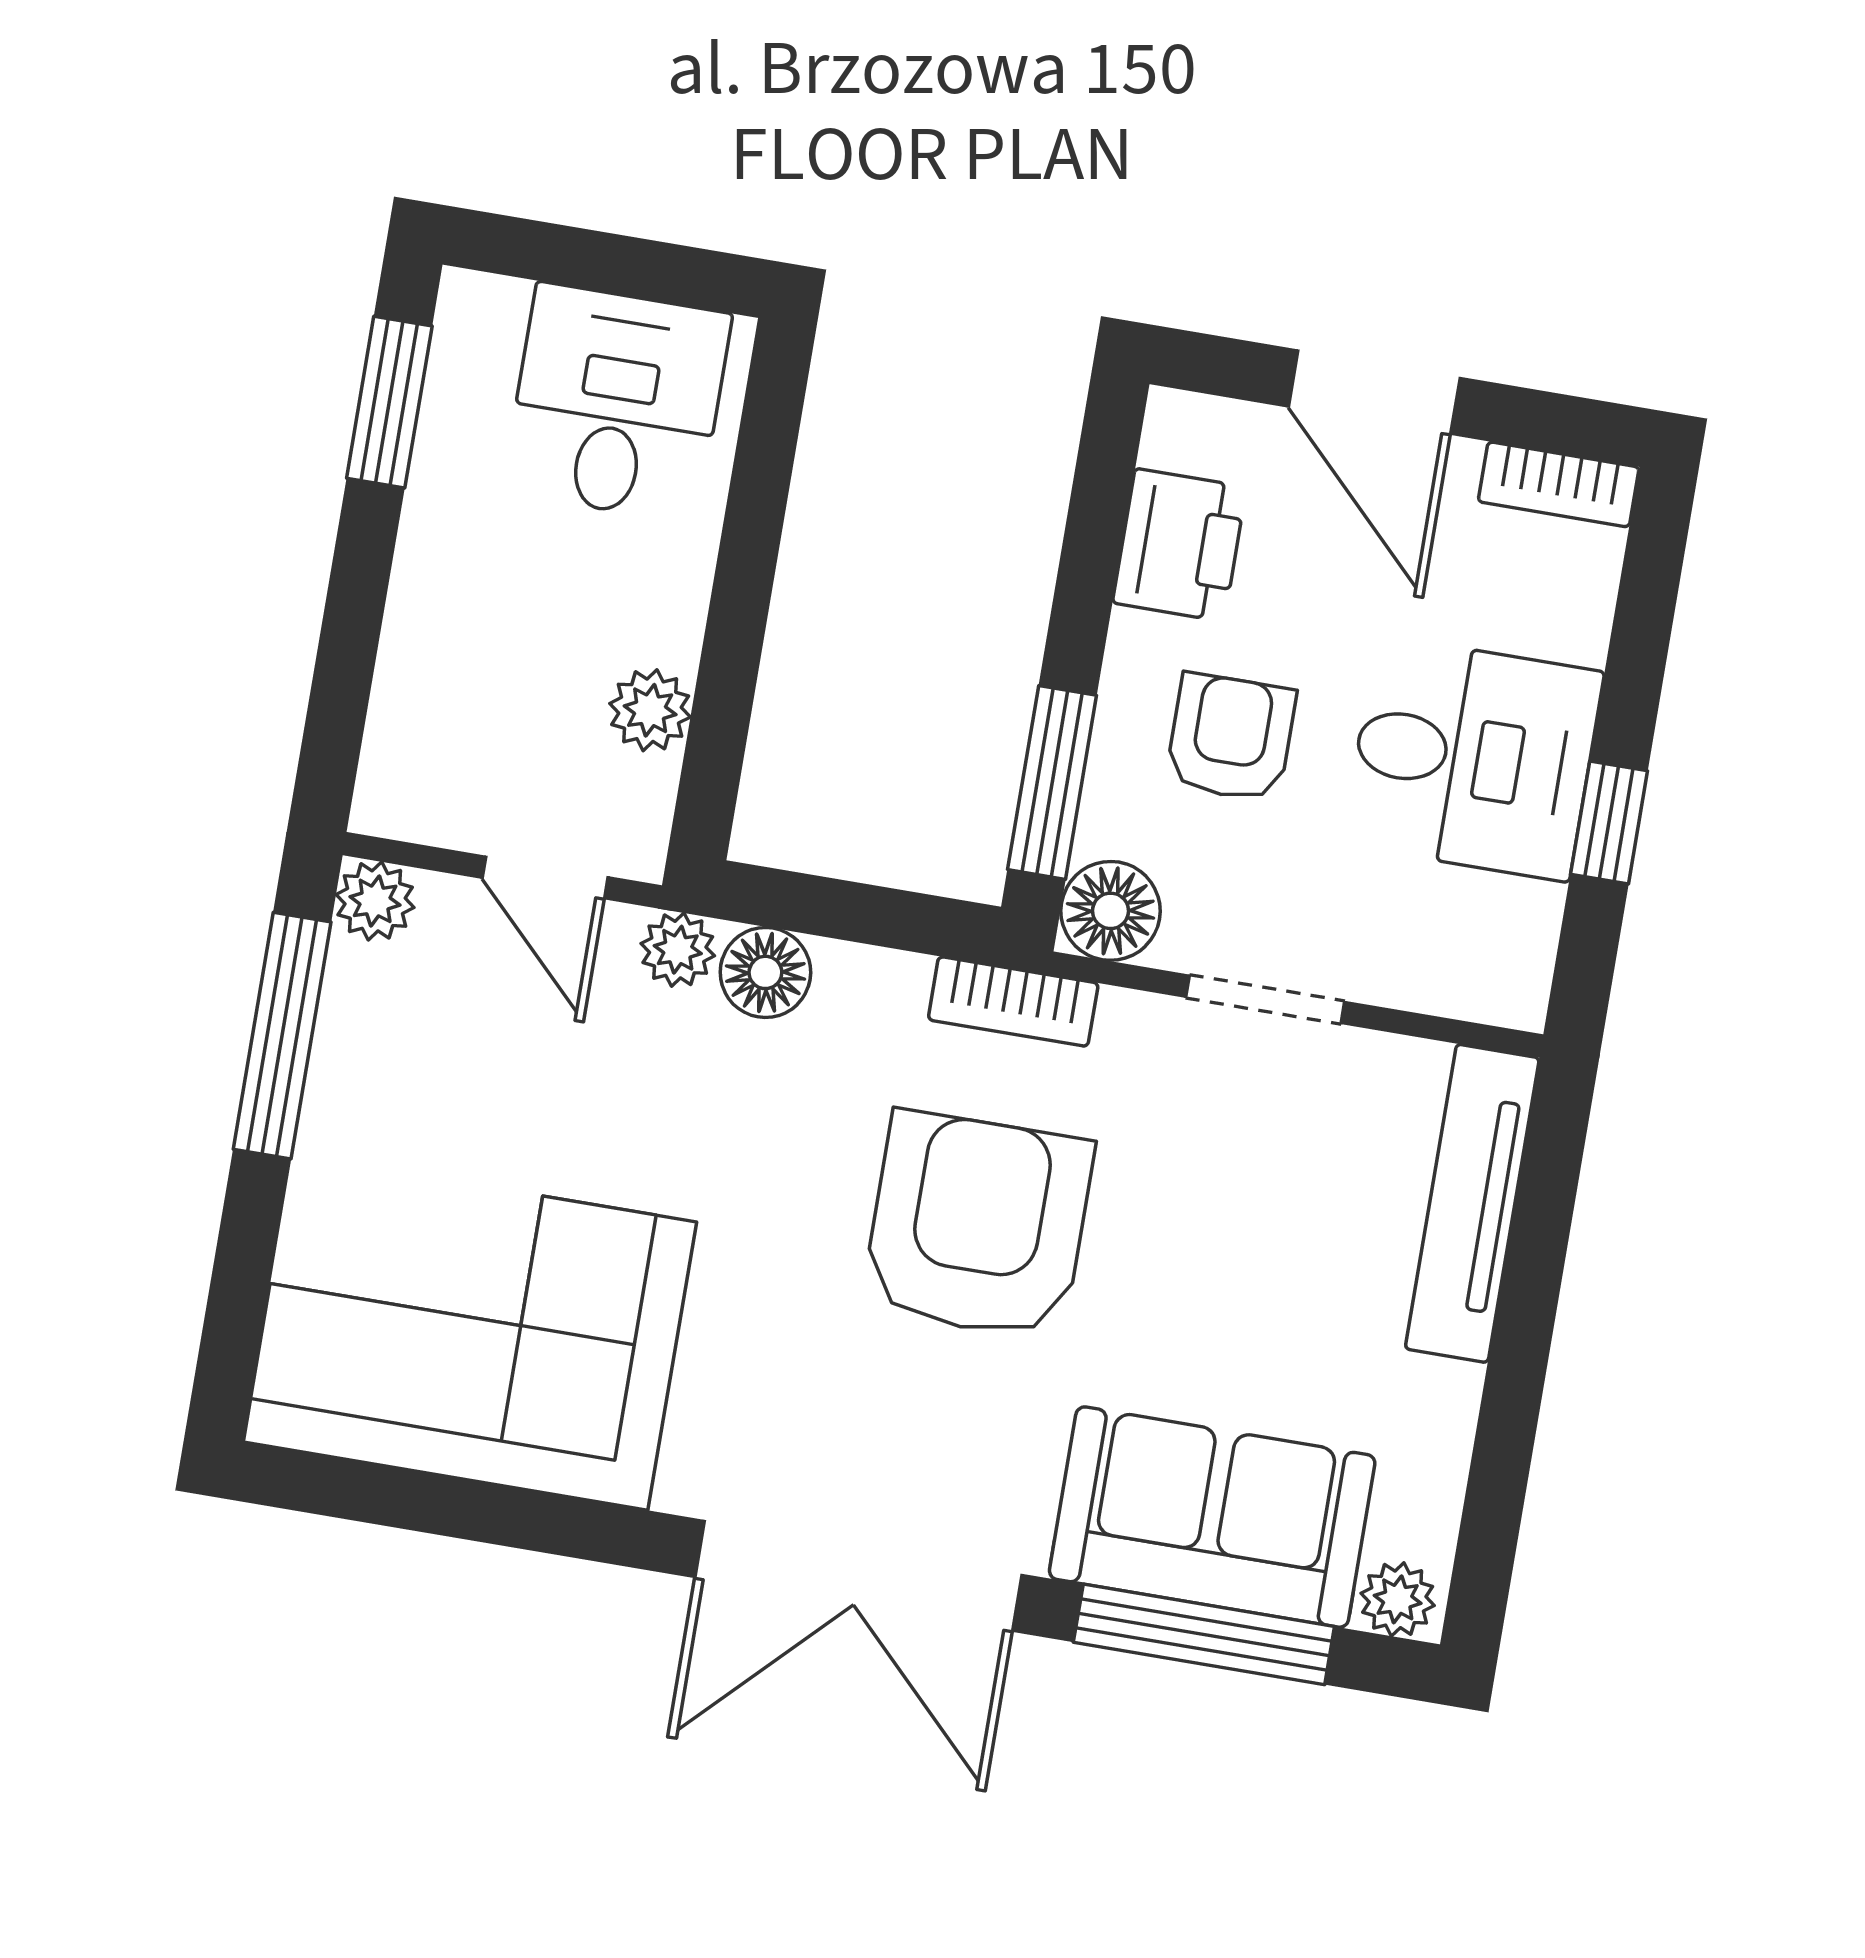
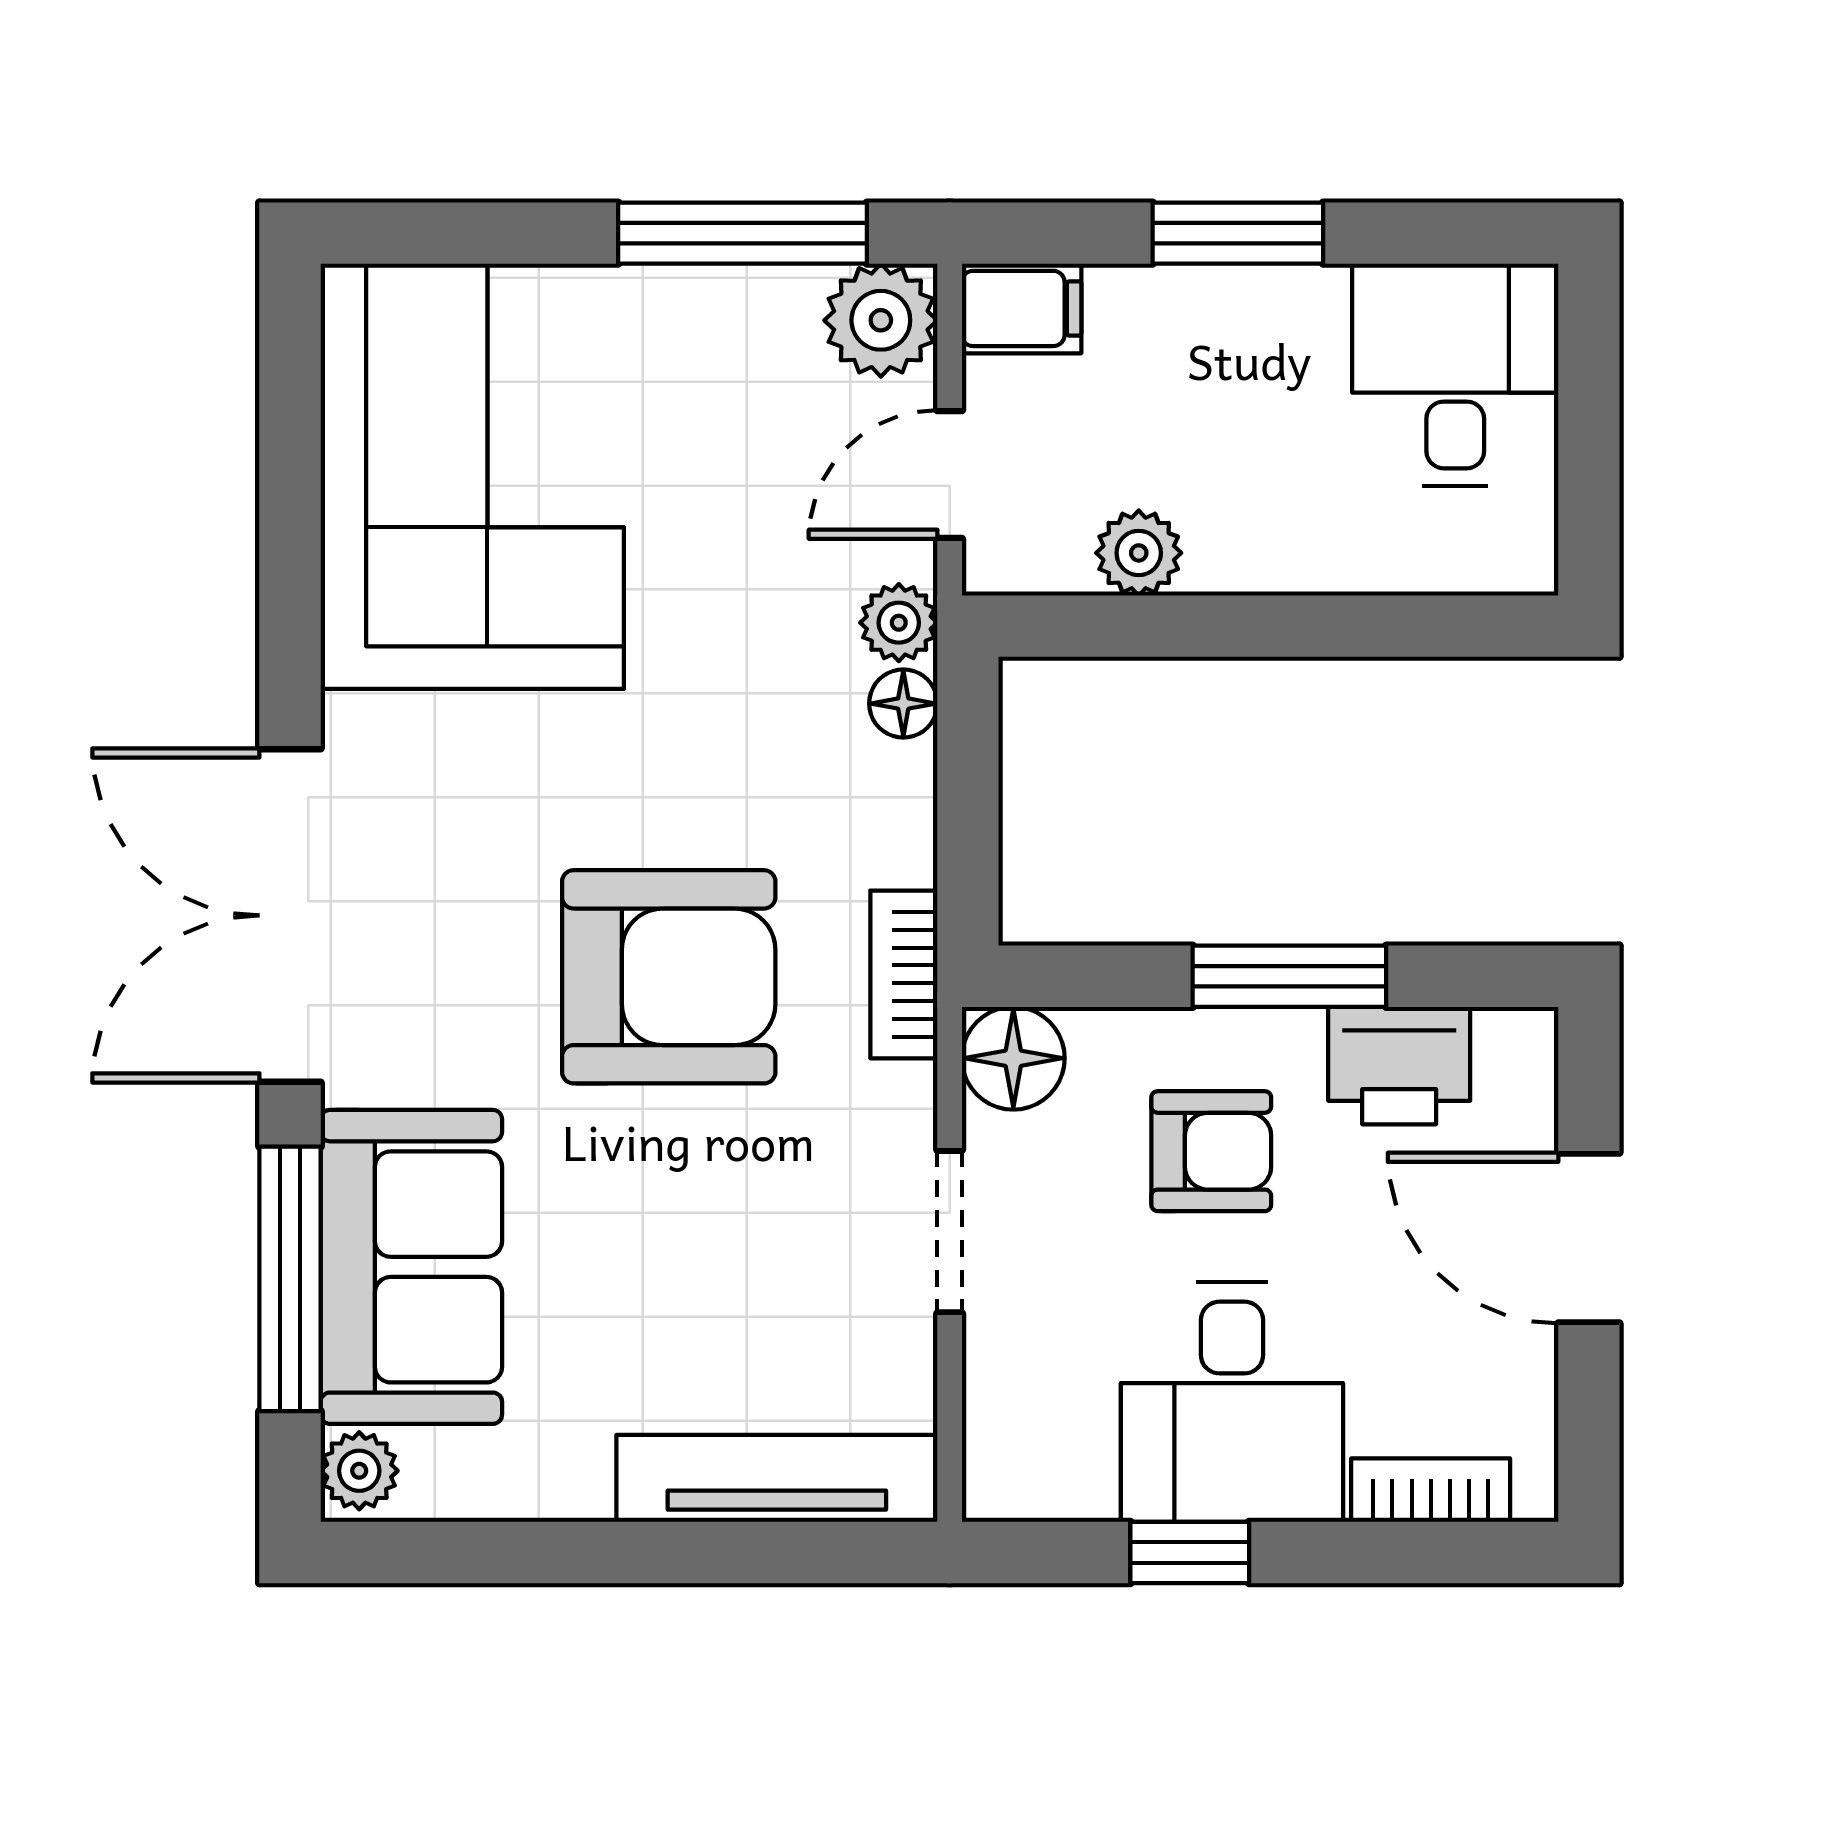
door: (1374, 392) -> (1589, 1238), hinge flipped
window: (389, 402) -> (1238, 233), moved
desk: (617, 403) -> (1455, 375), moved, turned -90
bookcase: (1559, 484) -> (1431, 1490), moved, turned 90
filing cabinet: (399, 782) -> (1022, 308), added
window: (1052, 782) -> (1289, 976), moved
plant: (375, 901) -> (881, 320), width x1.38, depth x1.38
floor lamp: (765, 972) -> (903, 704), width x0.73, depth x0.73

